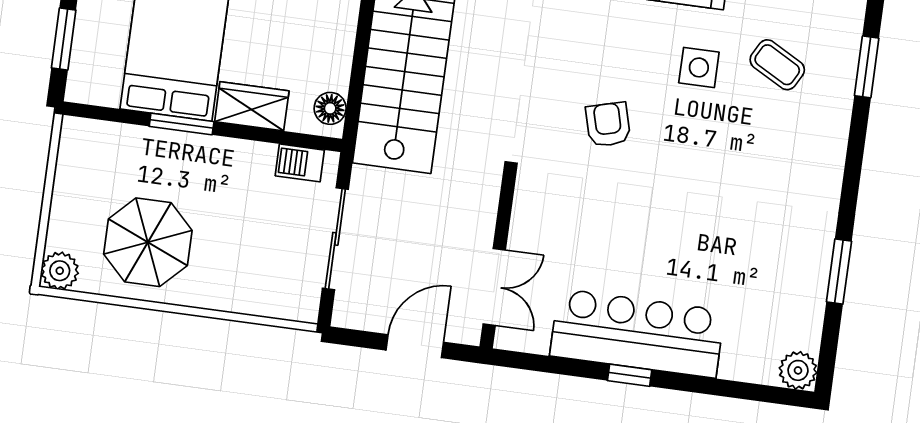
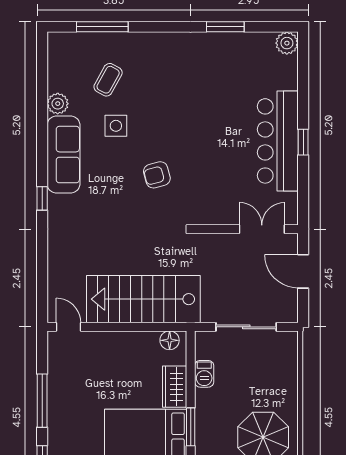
window: (867, 67) -> (102, 27), width x1.44
barbecue: (300, 163) -> (204, 374), moved

